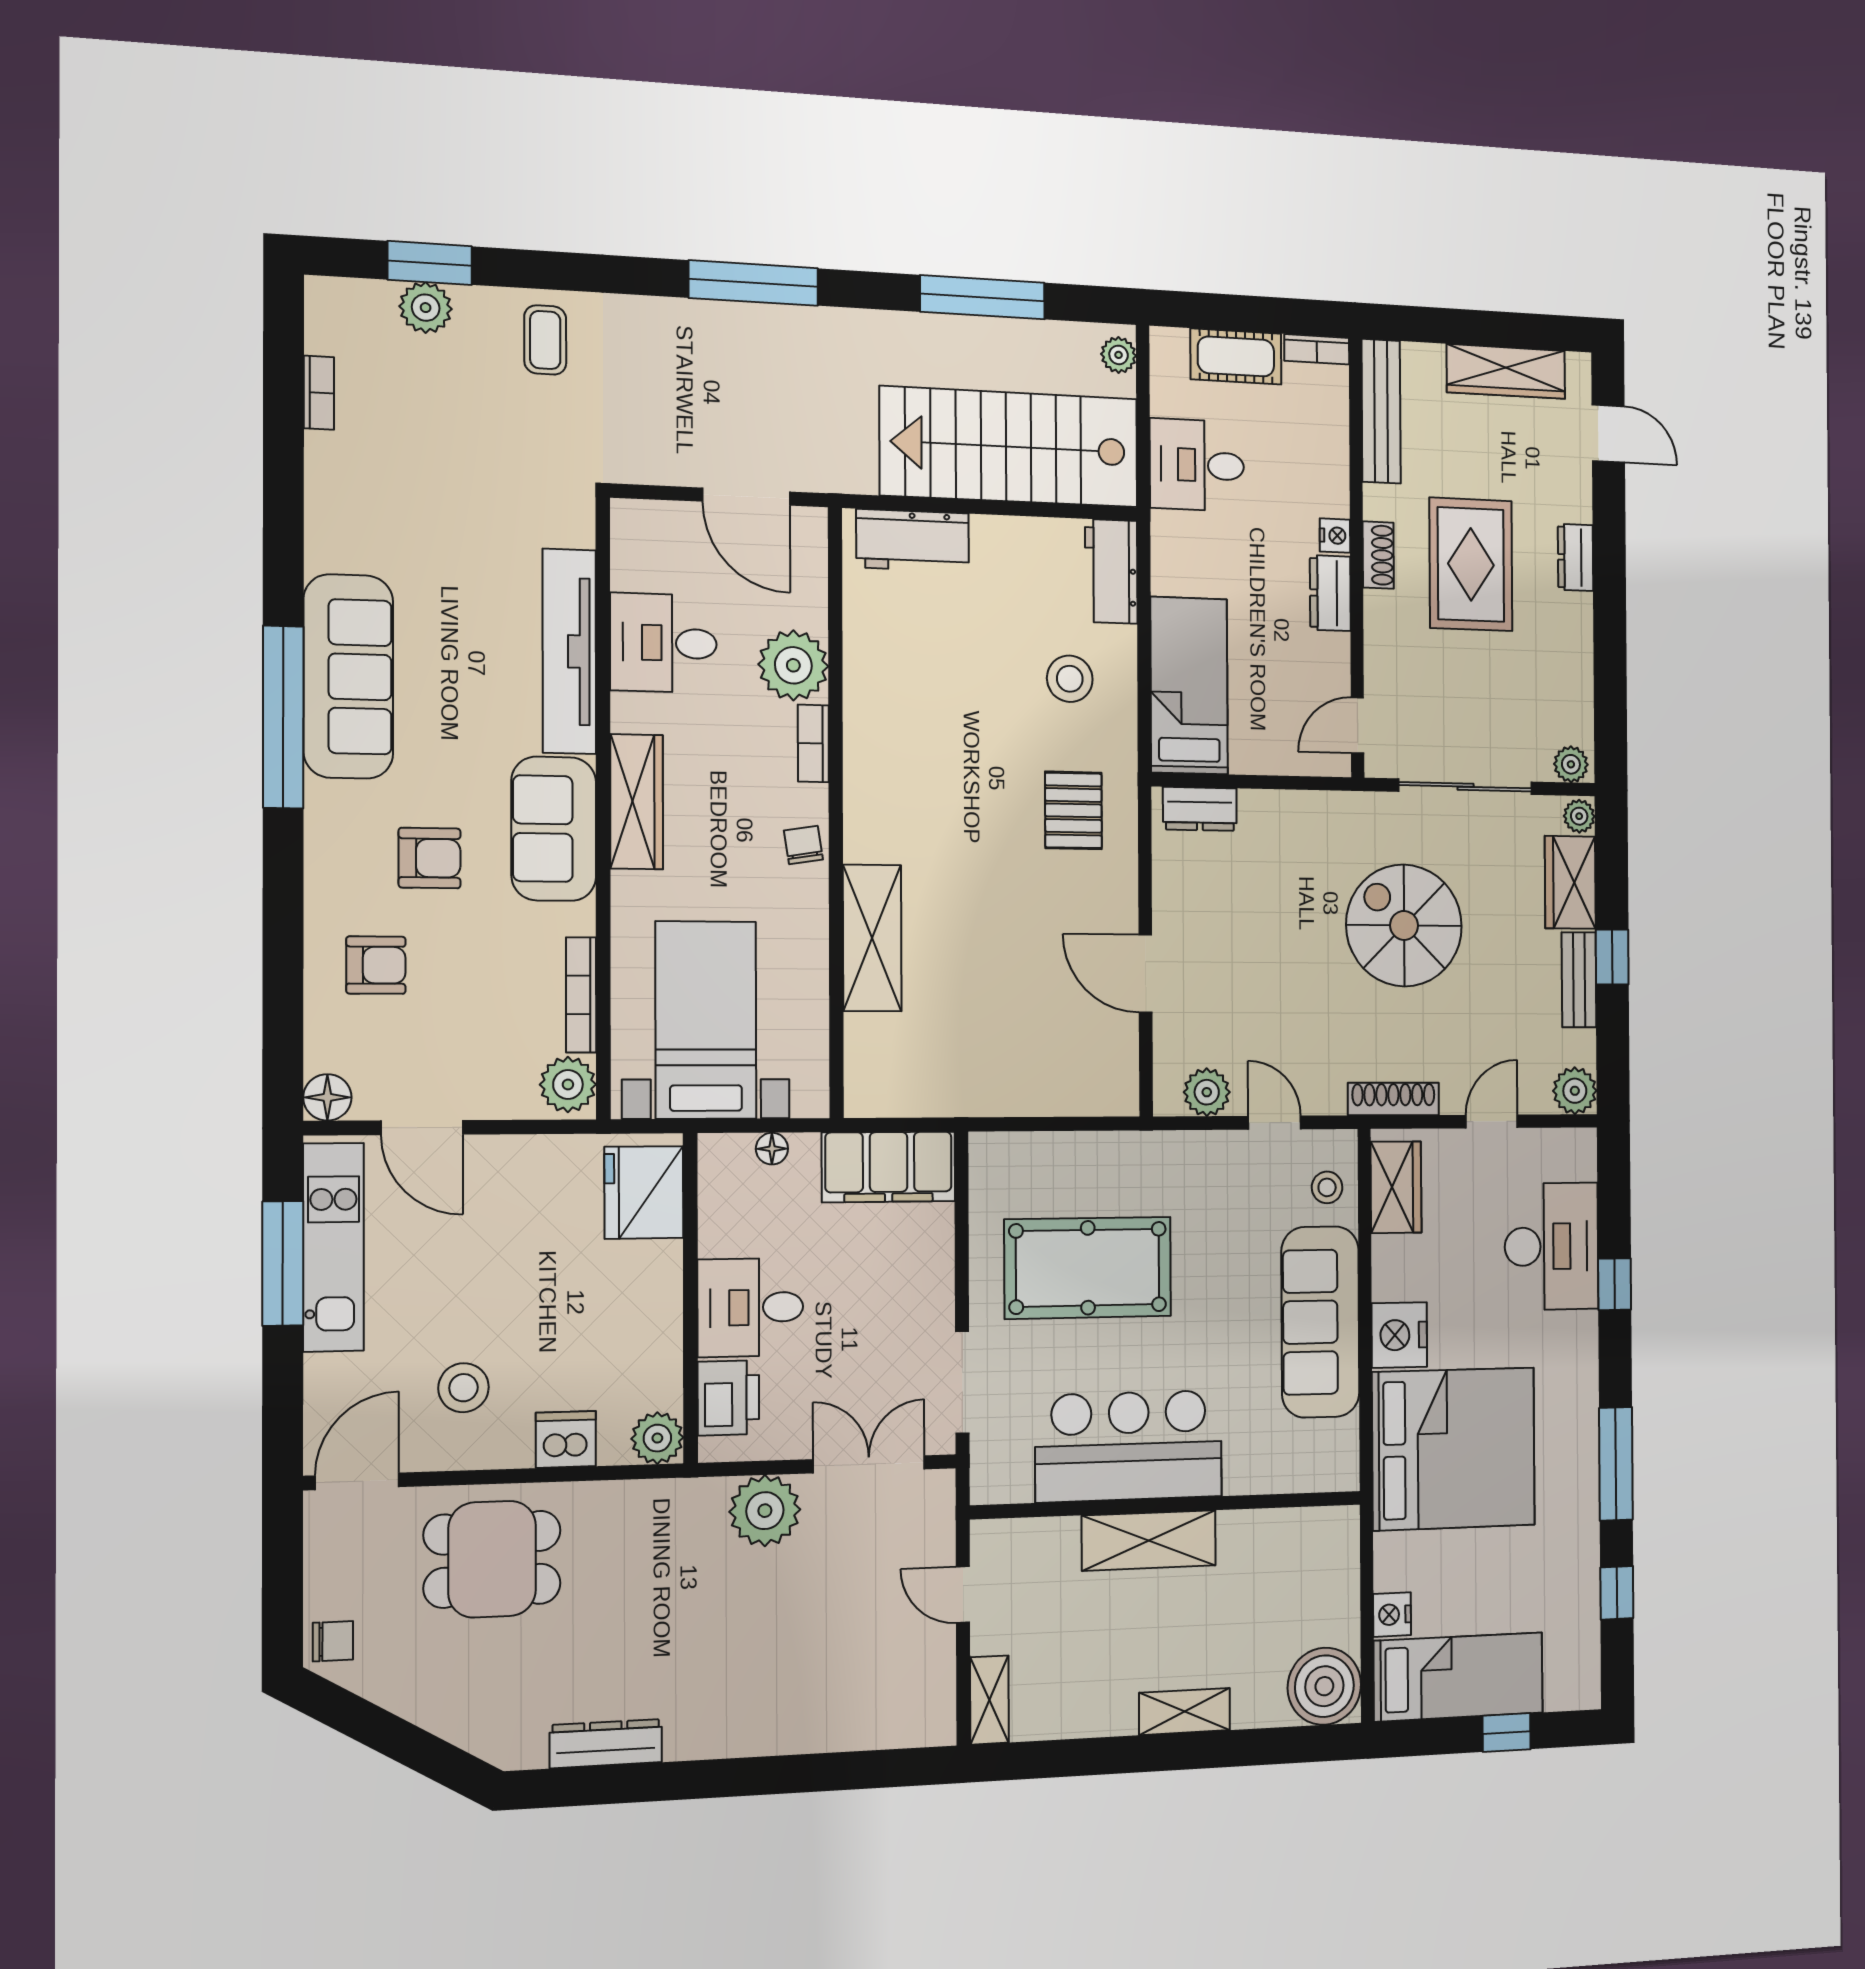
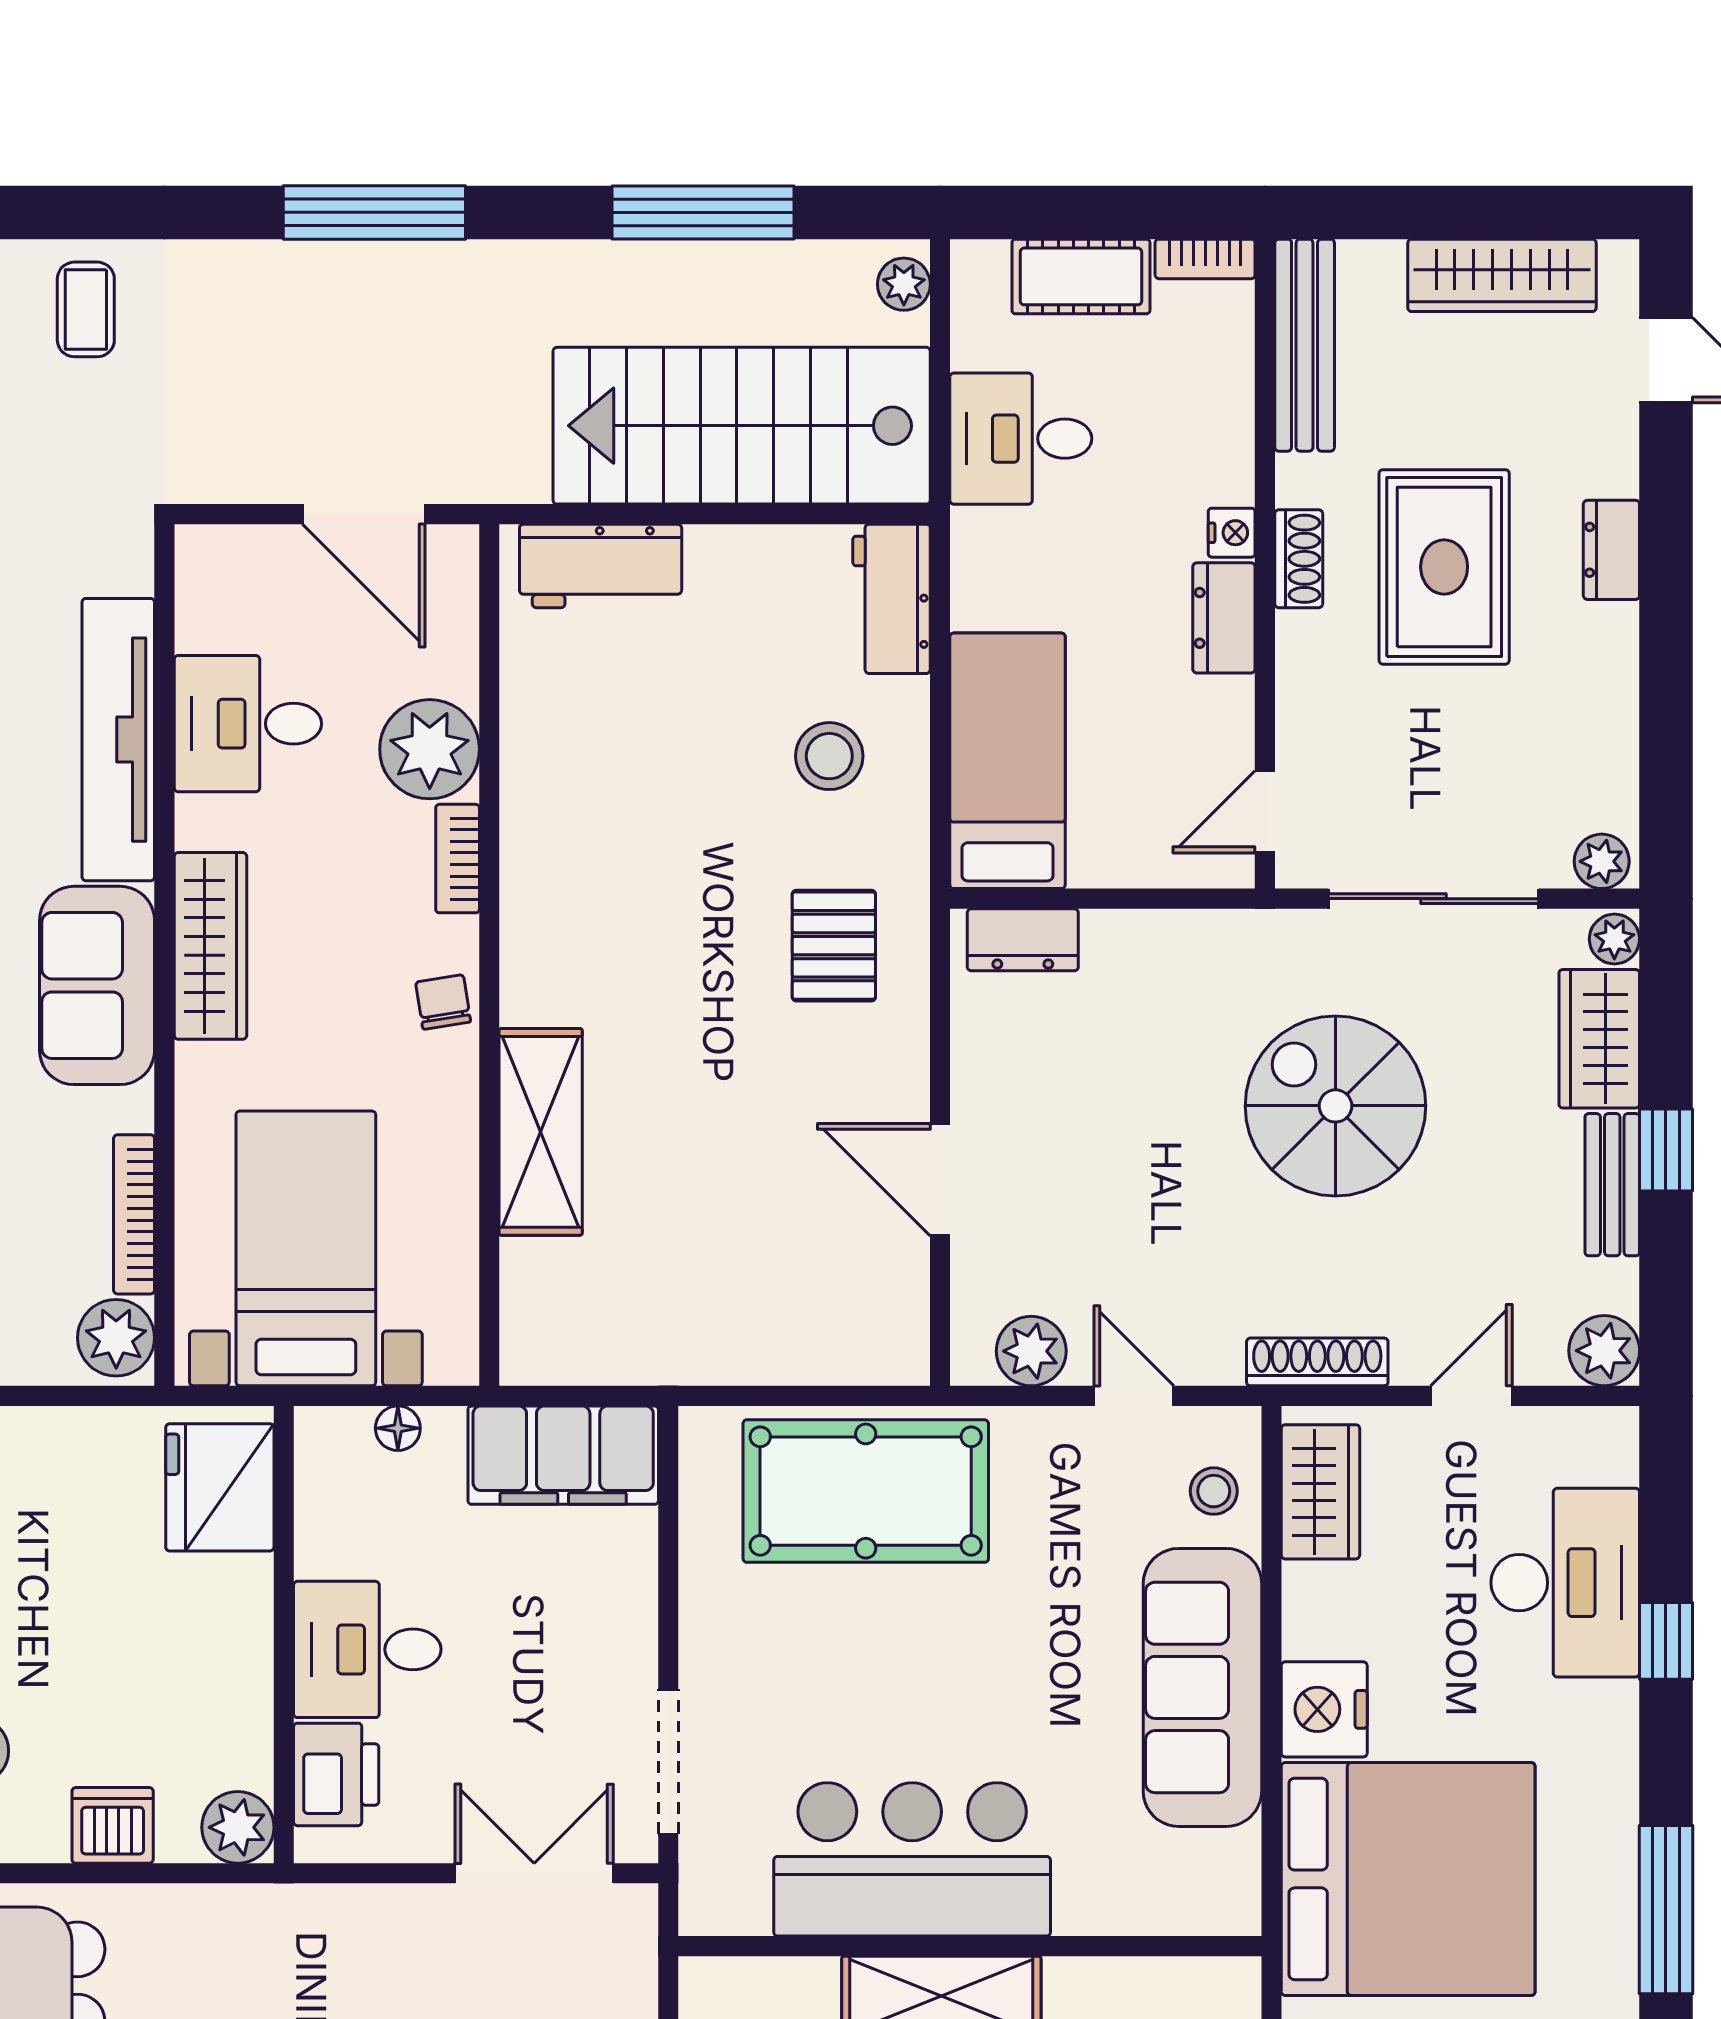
pool table: (1088, 1268) -> (866, 1491), moved
plant: (765, 1511) -> (387, 1933), removed

